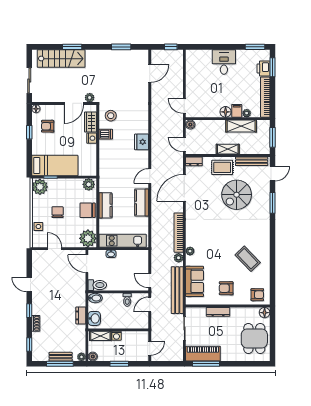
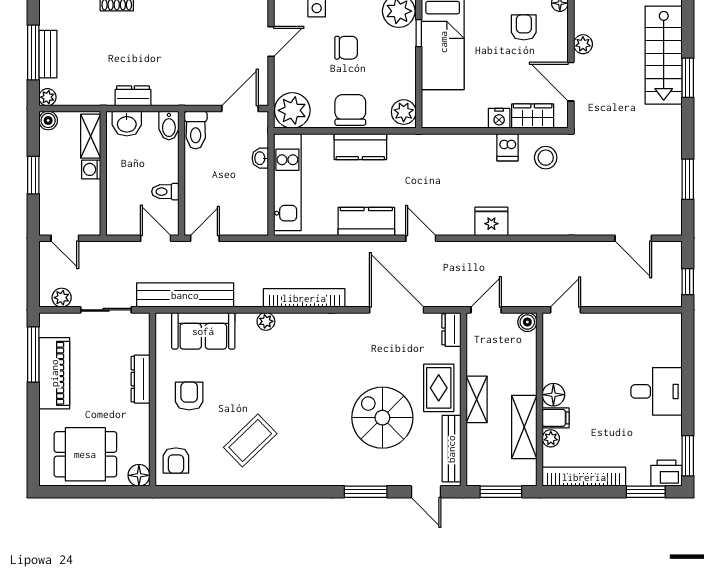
printer: (263, 68) -> (667, 473), moved
plant: (90, 98) -> (583, 44), moved
plant: (179, 258) -> (62, 298), moved
piano: (203, 354) -> (54, 373), moved

